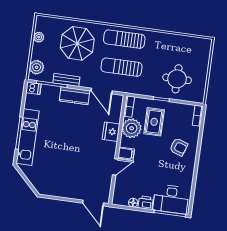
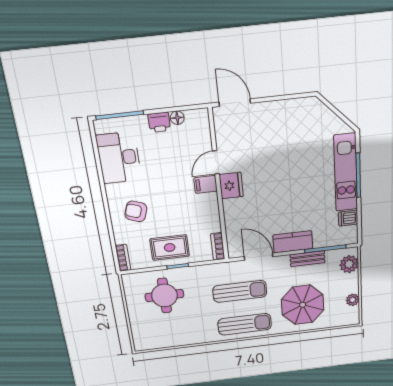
dishwasher: (33, 88) -> (348, 218), moved
rug: (154, 122) -> (170, 247), moved, turned 90
plant: (132, 128) -> (207, 220), removed
fridge: (111, 132) -> (231, 186), moved
desk: (171, 199) -> (119, 158), moved, turned -90

